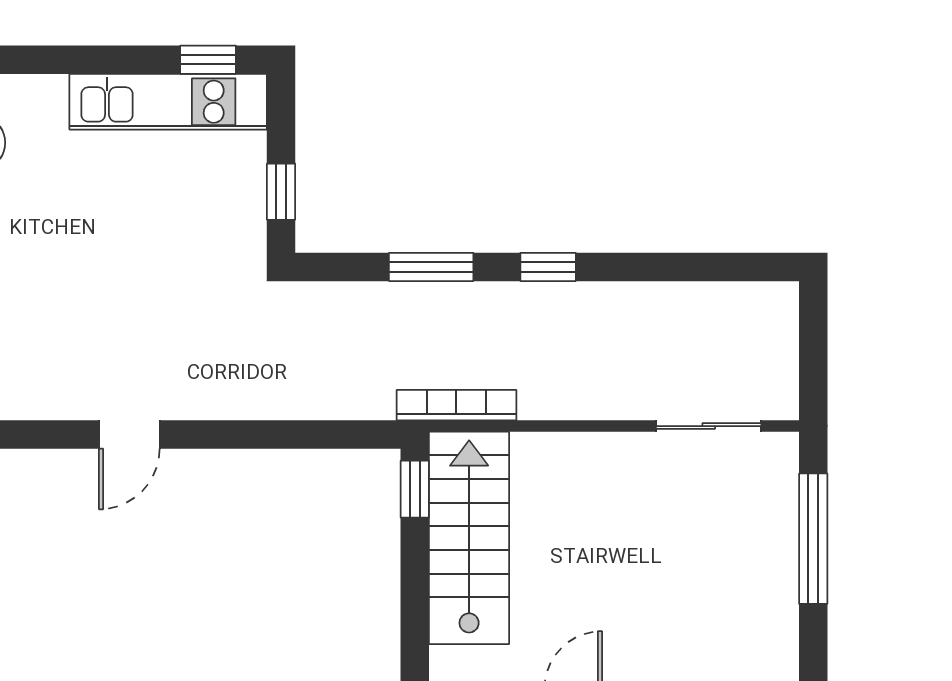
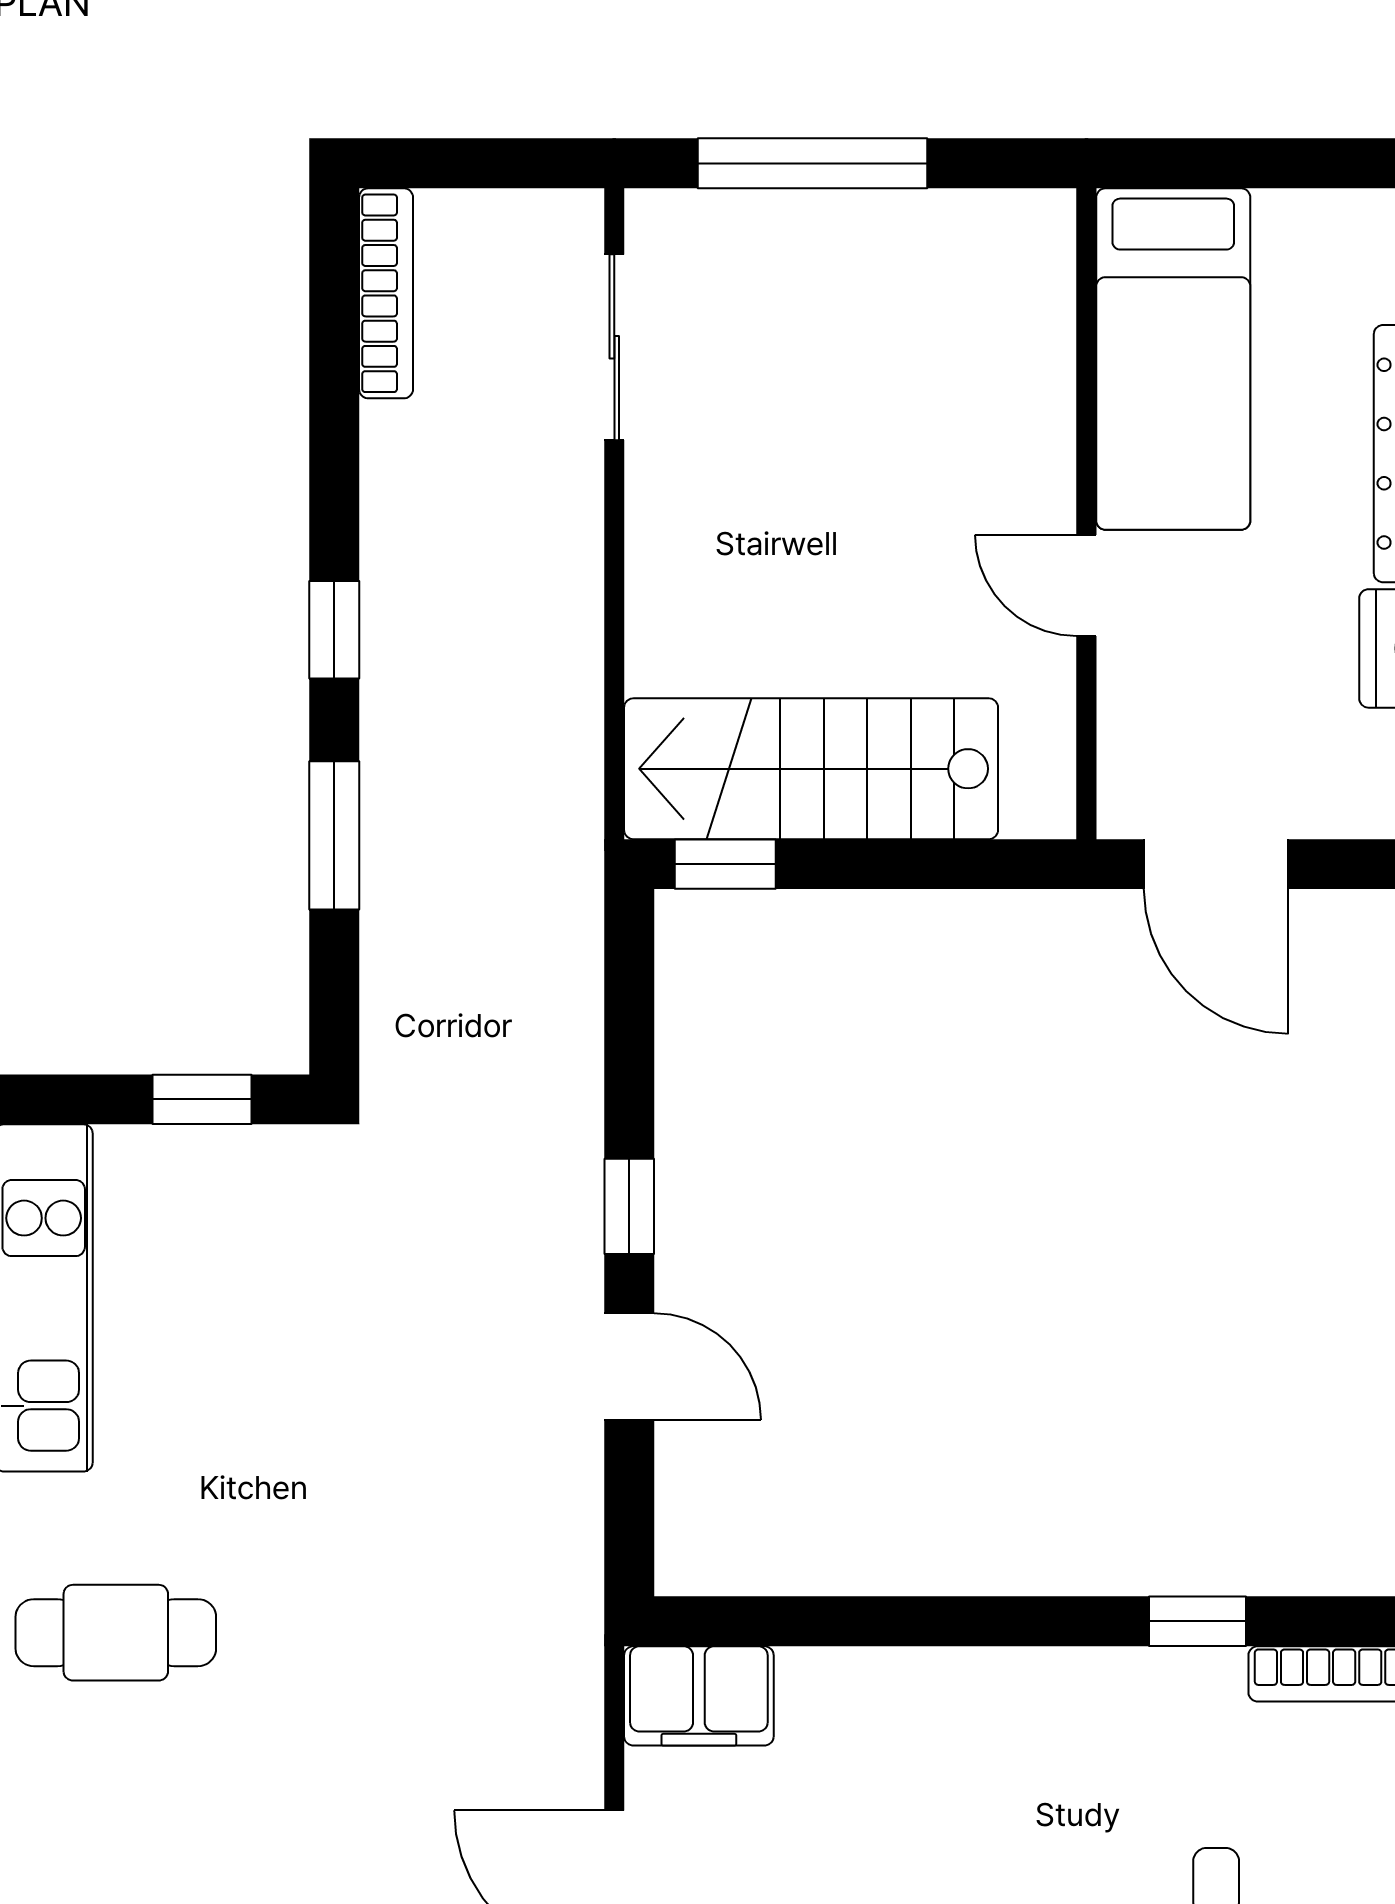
bookcase: (456, 405) -> (386, 293), moved, turned 180
window: (220, 435) -> (629, 1206), added

